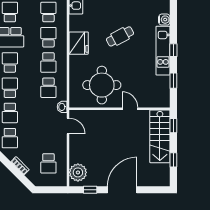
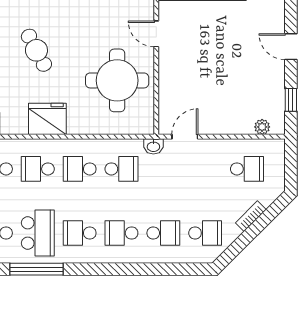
school desk: (48, 62) -> (80, 169), turned 180
door: (130, 109) -> (156, 34), hinge flipped
plant: (78, 172) -> (262, 127), width x0.53, depth x0.53
door: (122, 190) -> (291, 47), width x0.53

